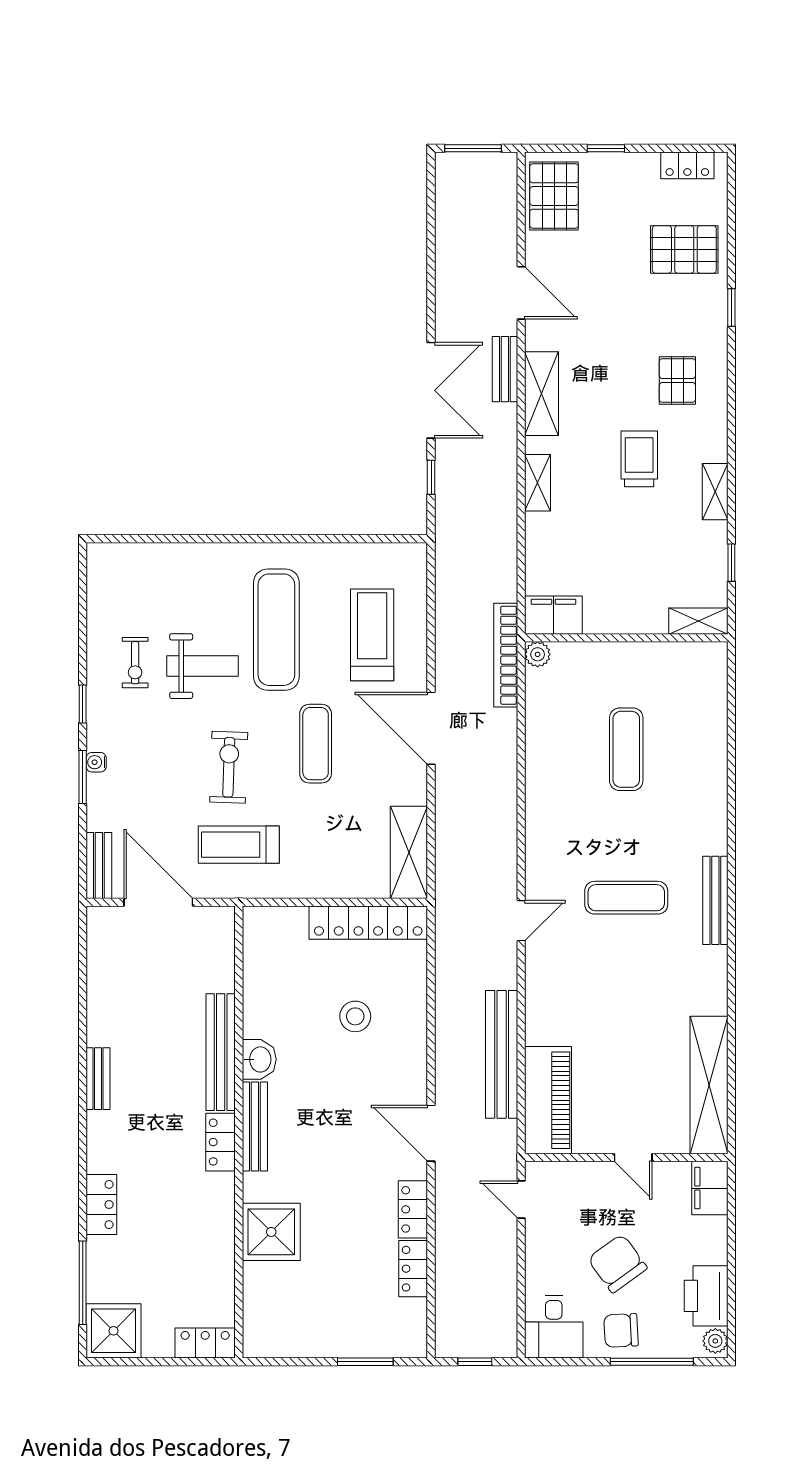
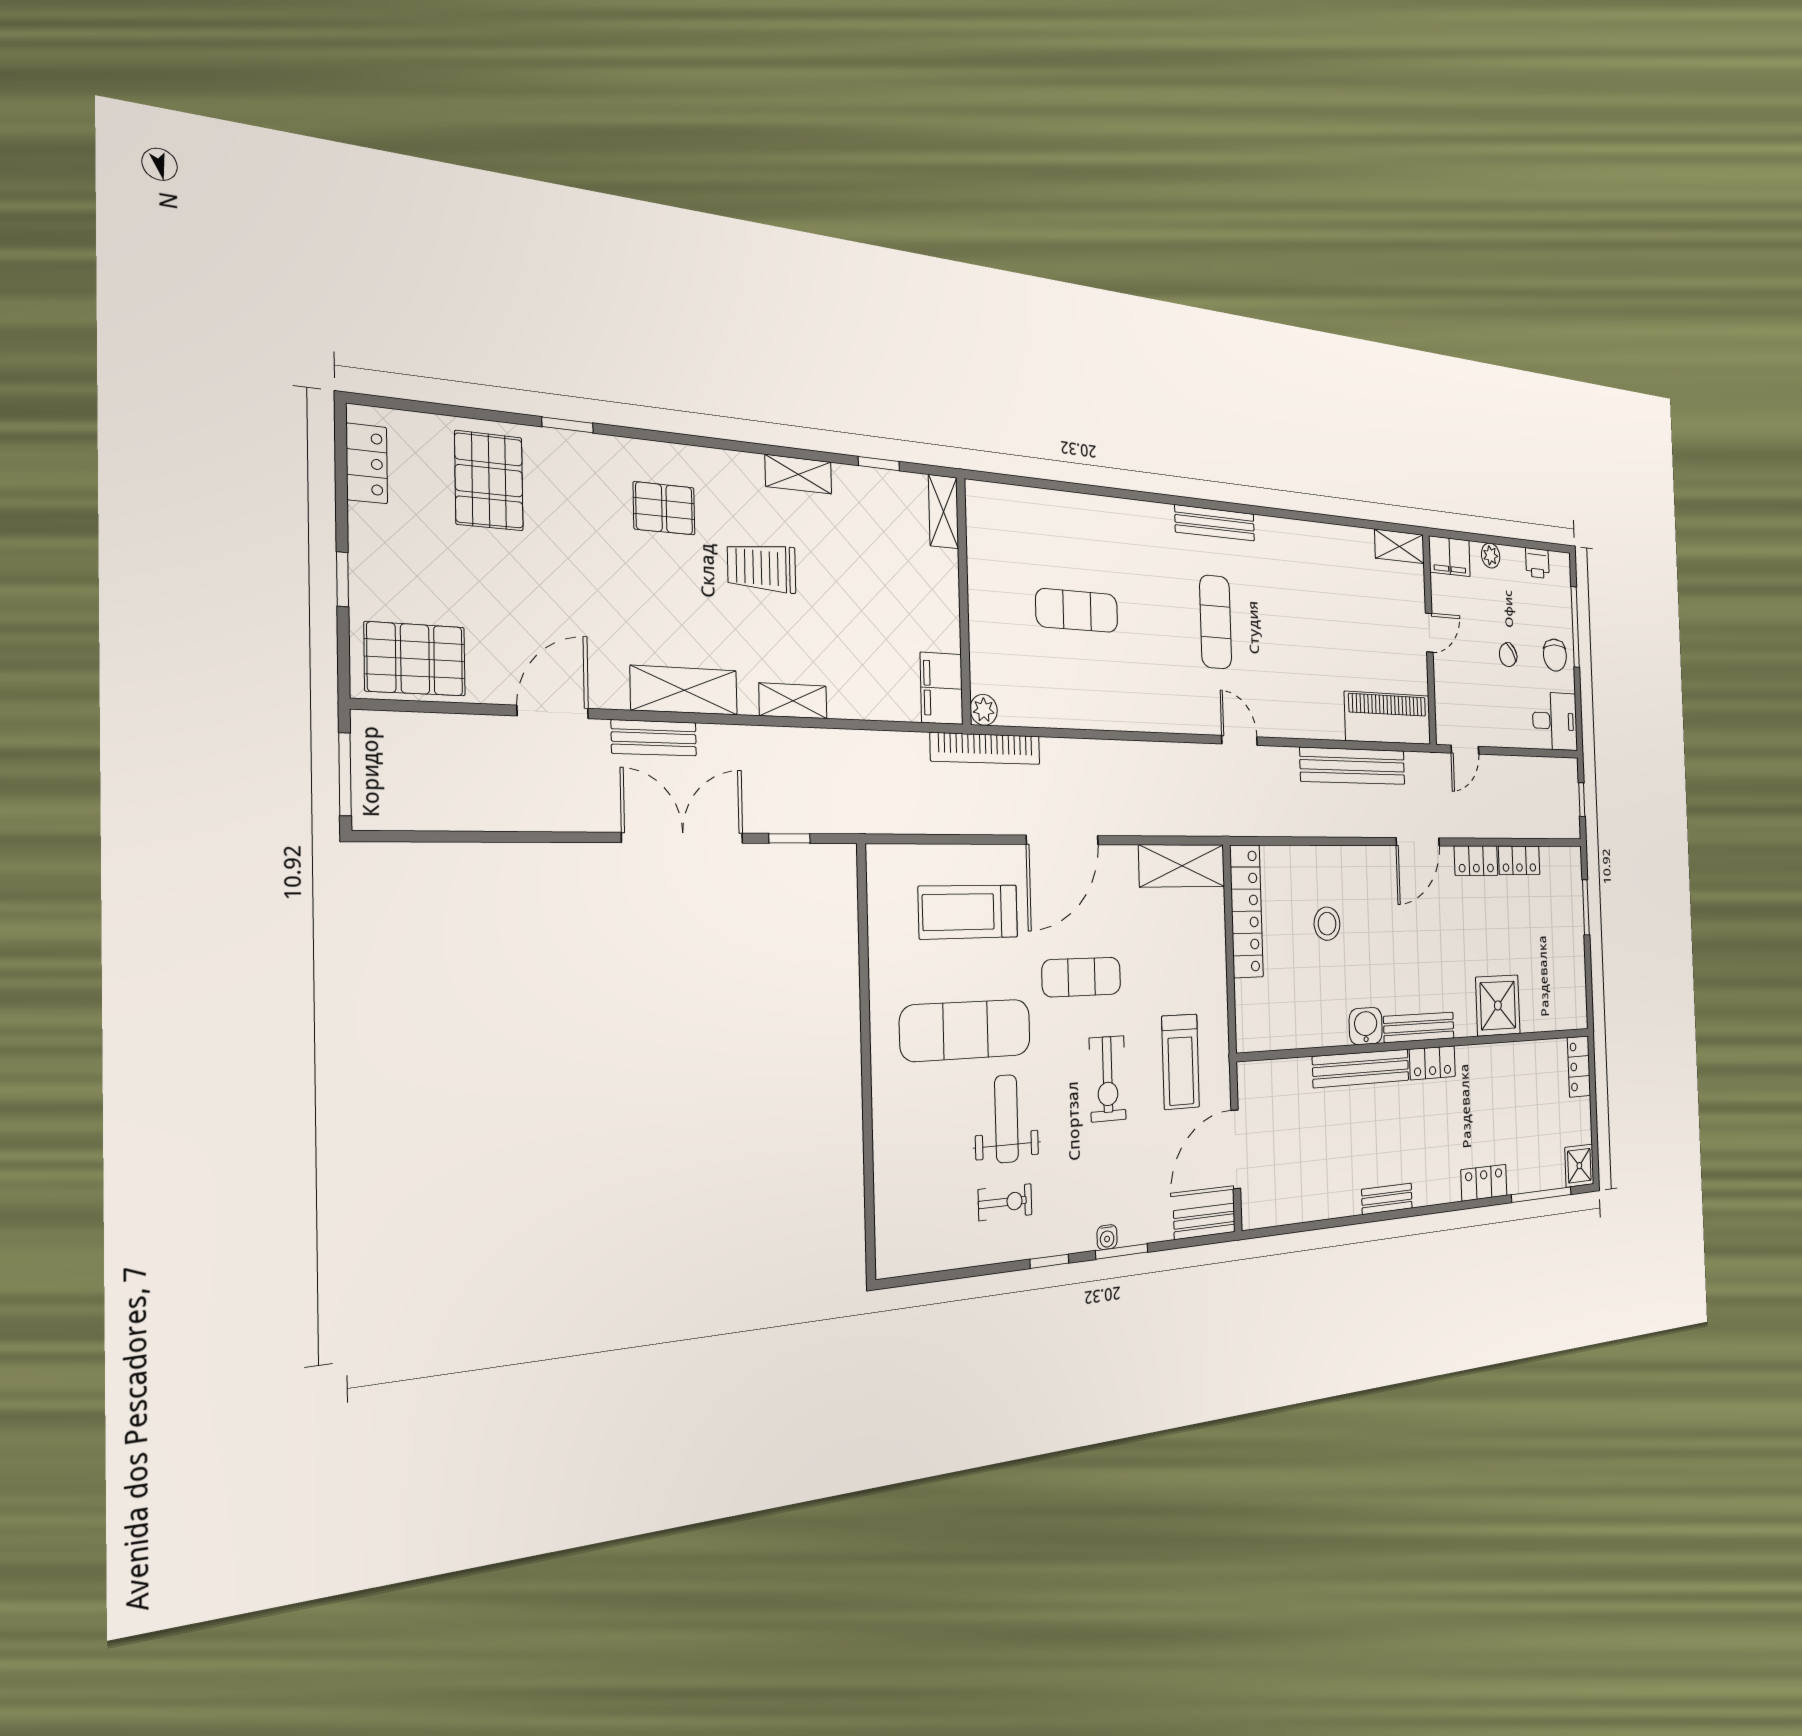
exercise bike: (229, 767) -> (1108, 1079), turned -92
shelving: (709, 1085) -> (1399, 546), width x0.45, depth x0.75
chair: (617, 1263) -> (1508, 655), width x0.54, depth x0.54
printer: (706, 1296) -> (1537, 563), width x0.53, depth x0.68
shower: (114, 1331) -> (1579, 1166), width x0.73, depth x0.73
plant: (715, 1341) -> (1491, 555), moved

